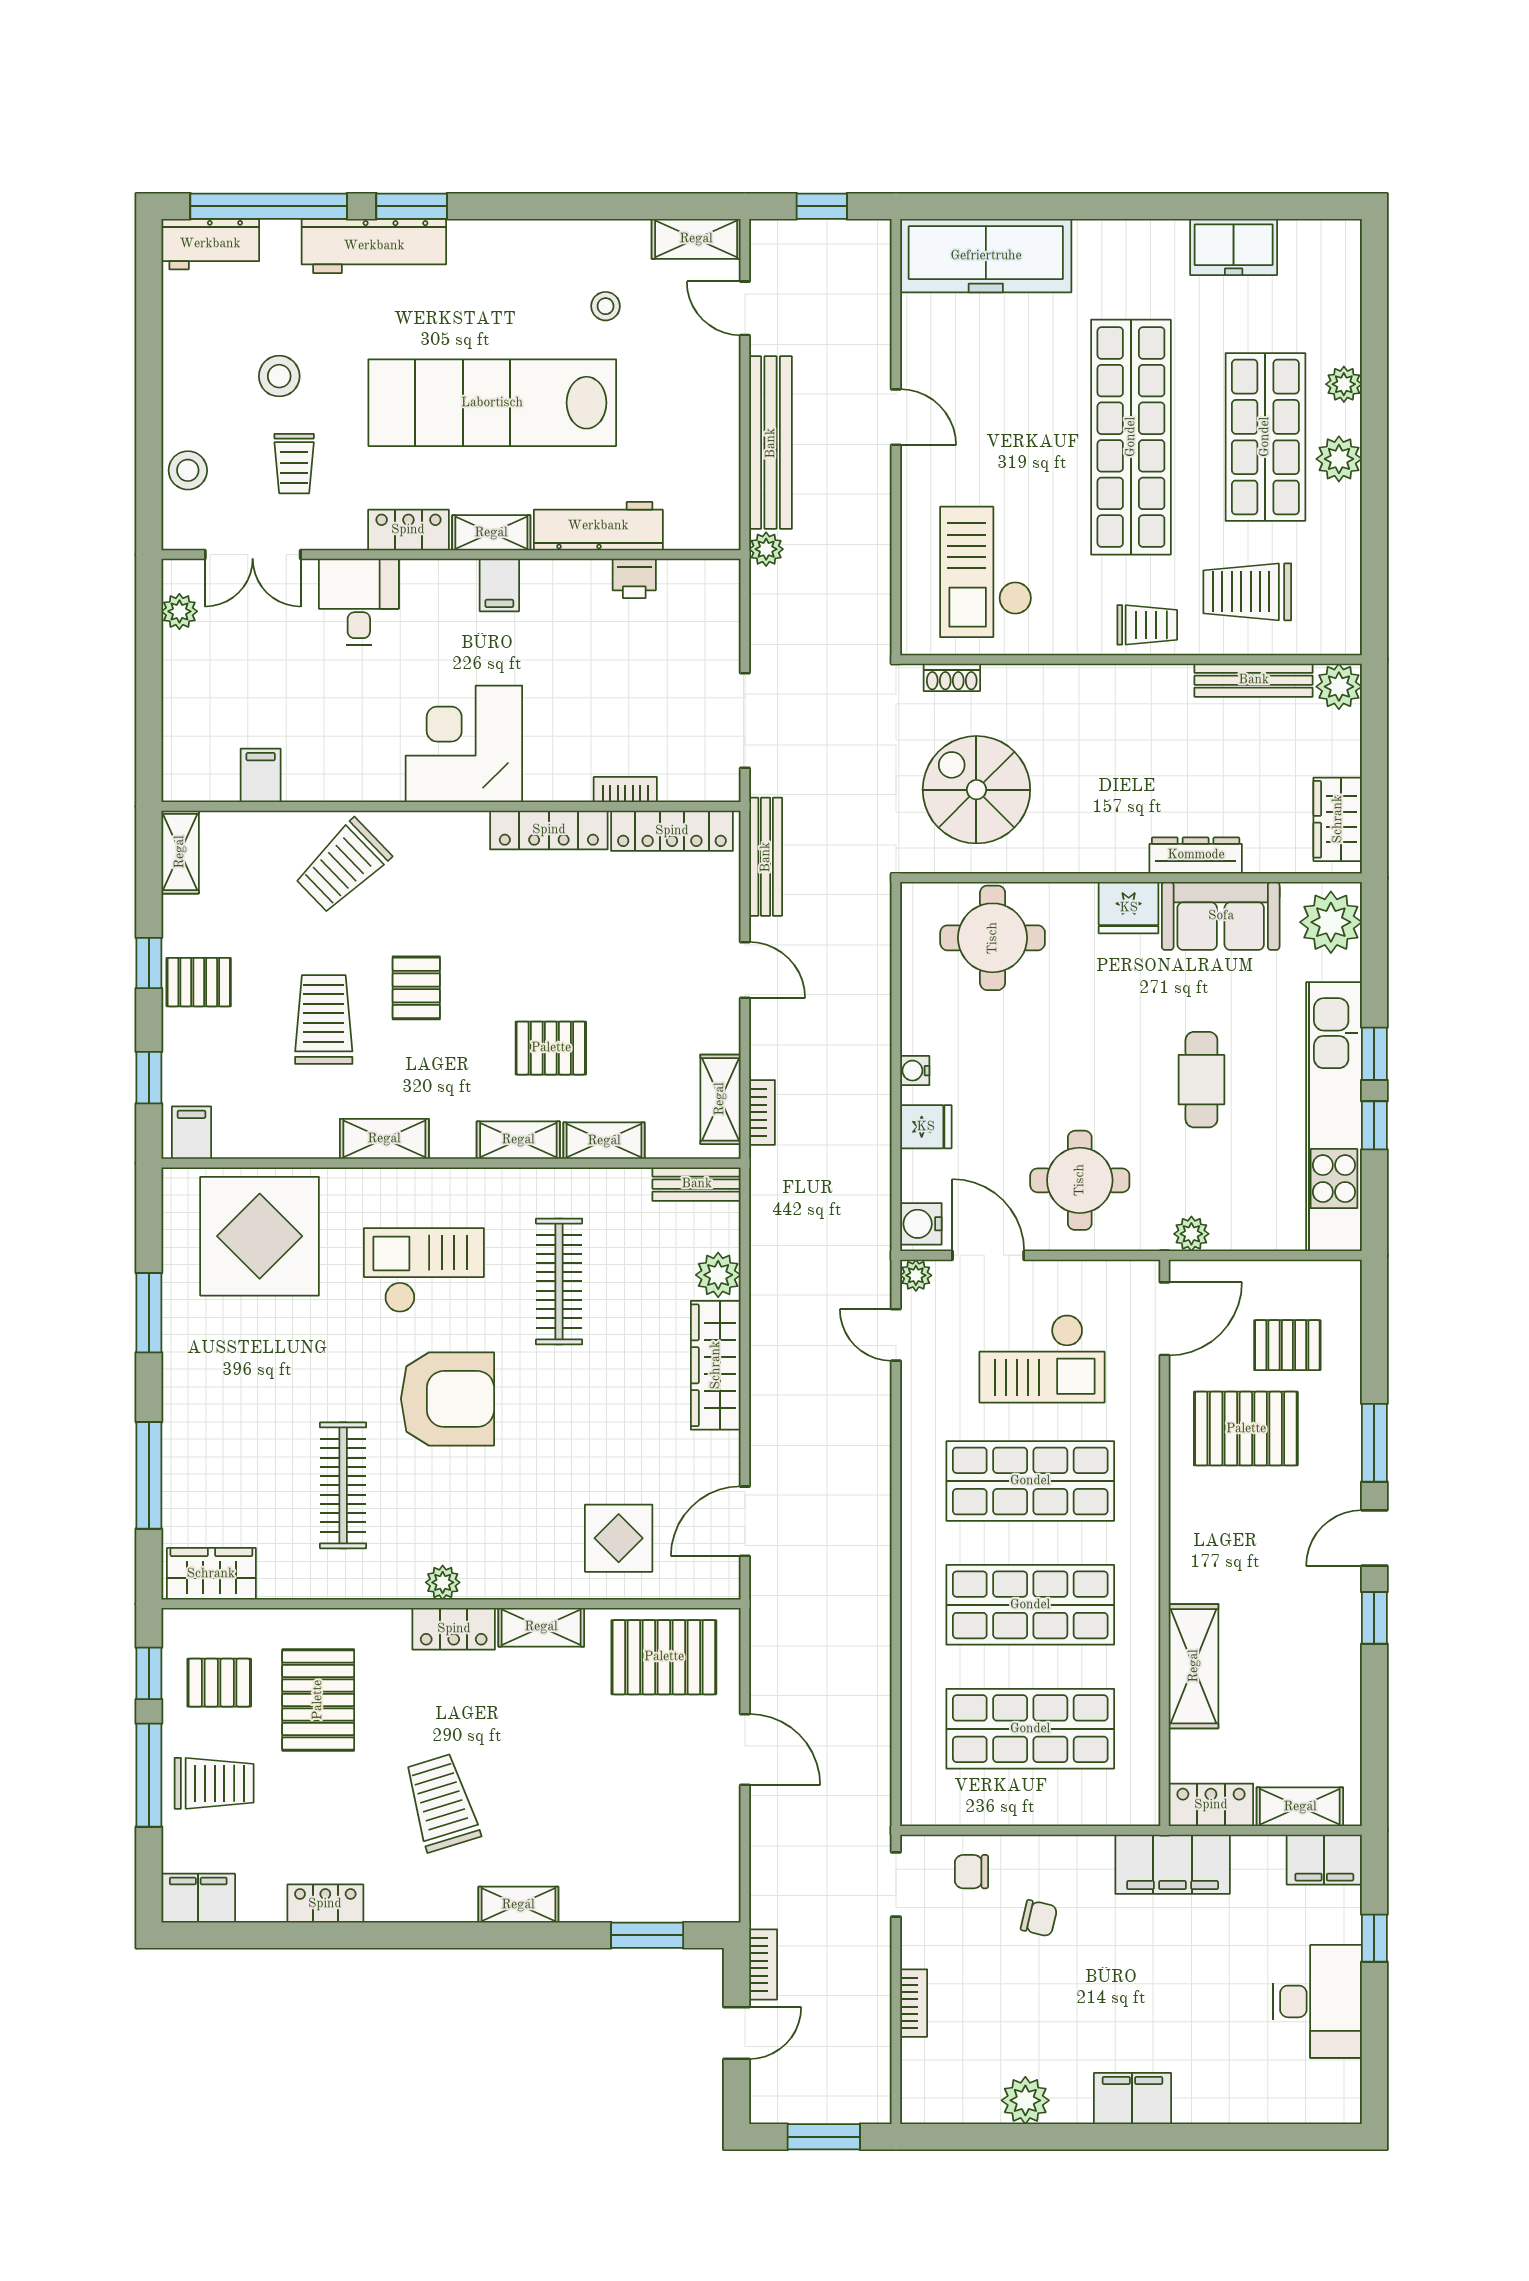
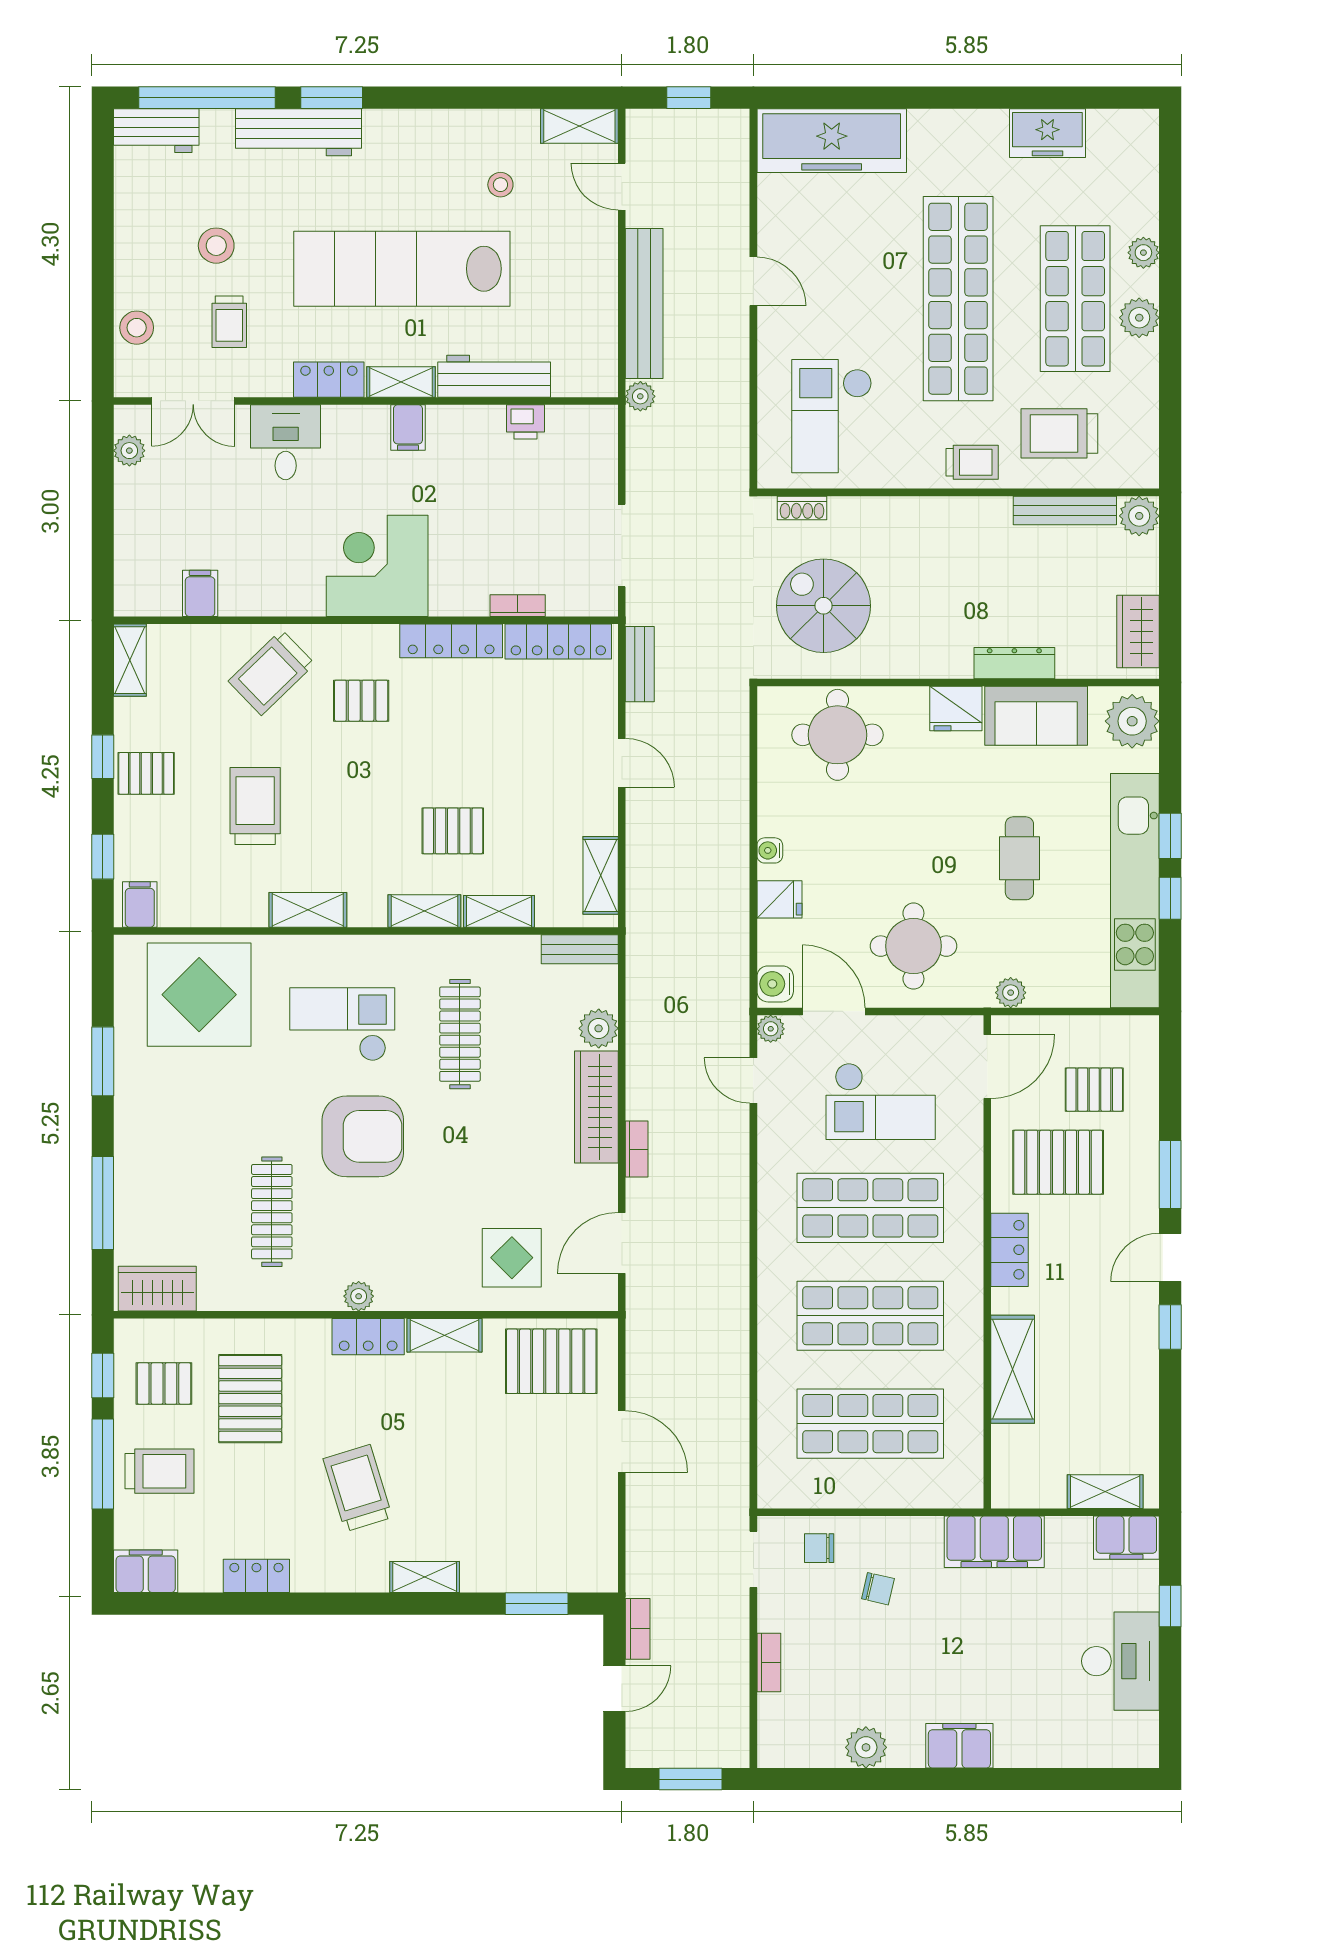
bench: (766, 857) -> (640, 664), width x0.73
pallet: (416, 988) -> (361, 701), moved, turned 90
bookcase: (762, 1112) -> (637, 1149), moved
locker: (1211, 1805) -> (1010, 1250), moved, turned 90

